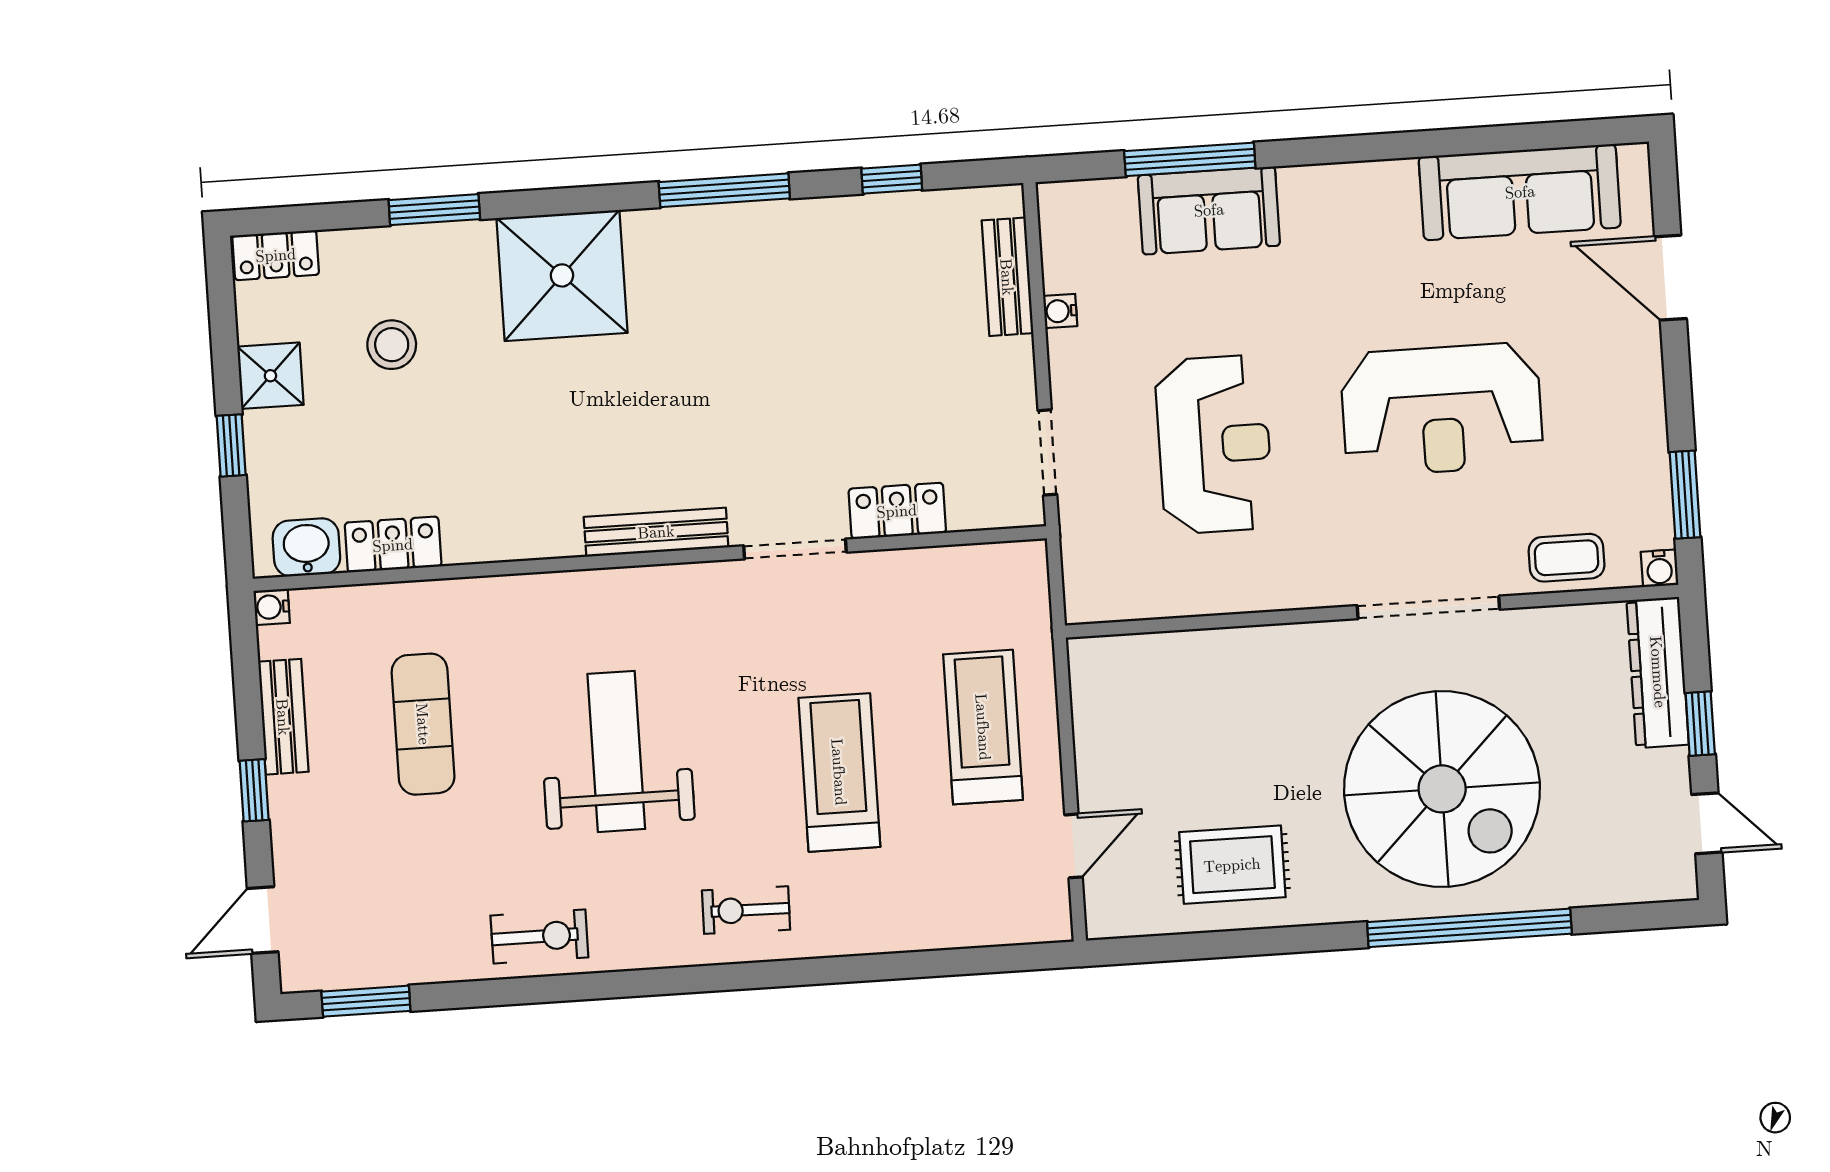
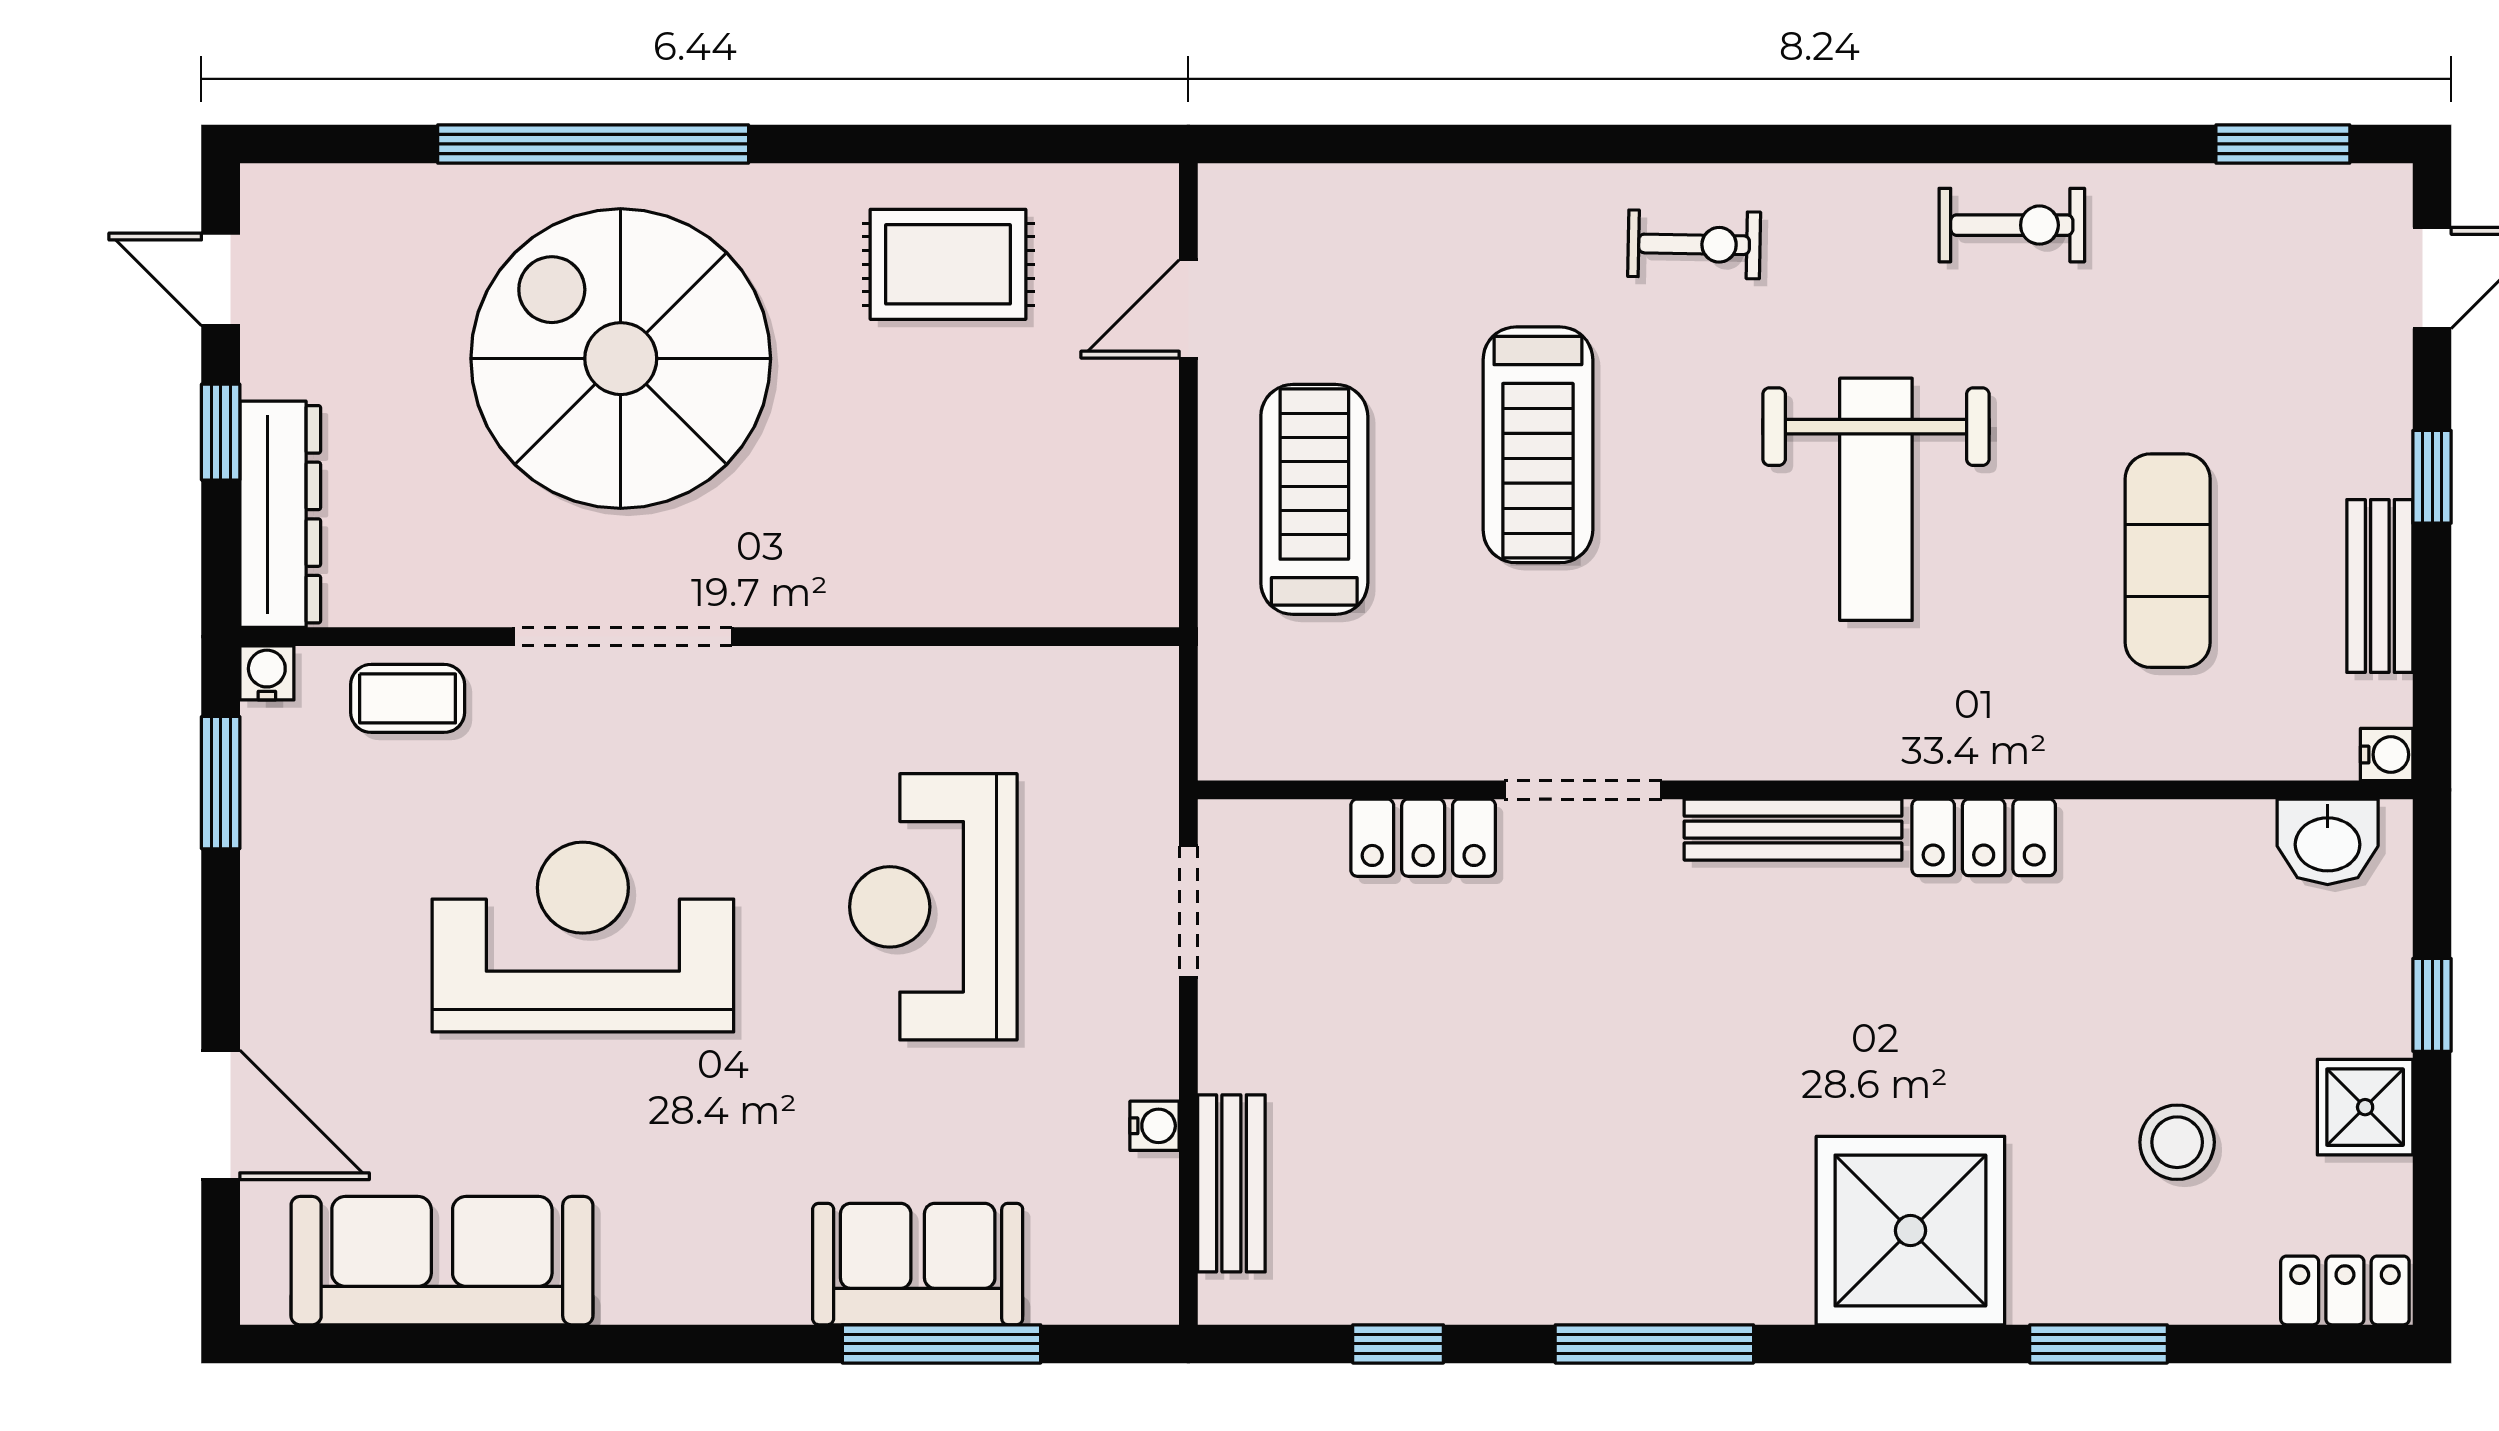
locker: (393, 545) -> (1984, 837), moved
treadmill: (983, 727) -> (1314, 499), turned 180
exercise bike: (539, 936) -> (2012, 225), turned 180

